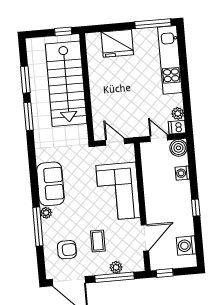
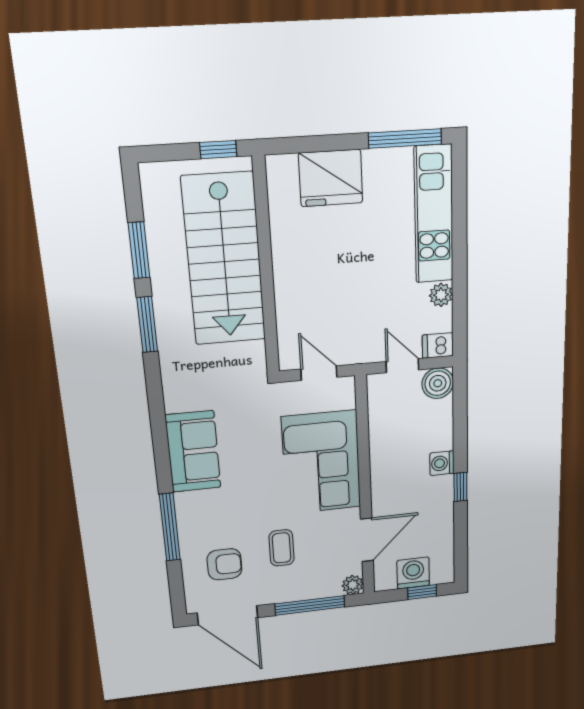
plant: (178, 113) -> (441, 295), moved
washing machine: (182, 173) -> (442, 463), moved
plant: (46, 213) -> (185, 503), removed
washing machine: (186, 246) -> (413, 573), moved, turned 90
plant: (116, 267) -> (353, 585), moved
window: (165, 273) -> (422, 592), moved

